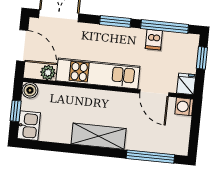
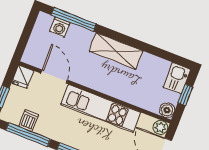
dishwasher: (154, 40) -> (29, 120), moved
plant: (48, 73) -> (160, 128), moved
washing machine: (184, 107) -> (60, 27), moved, turned 90

